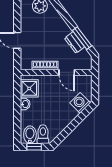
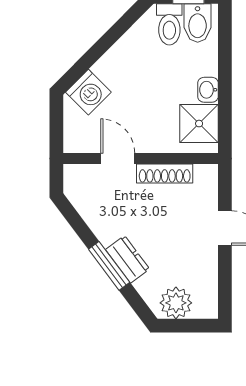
window: (82, 38) -> (109, 266), moved
dresser: (75, 43) -> (128, 259), moved

